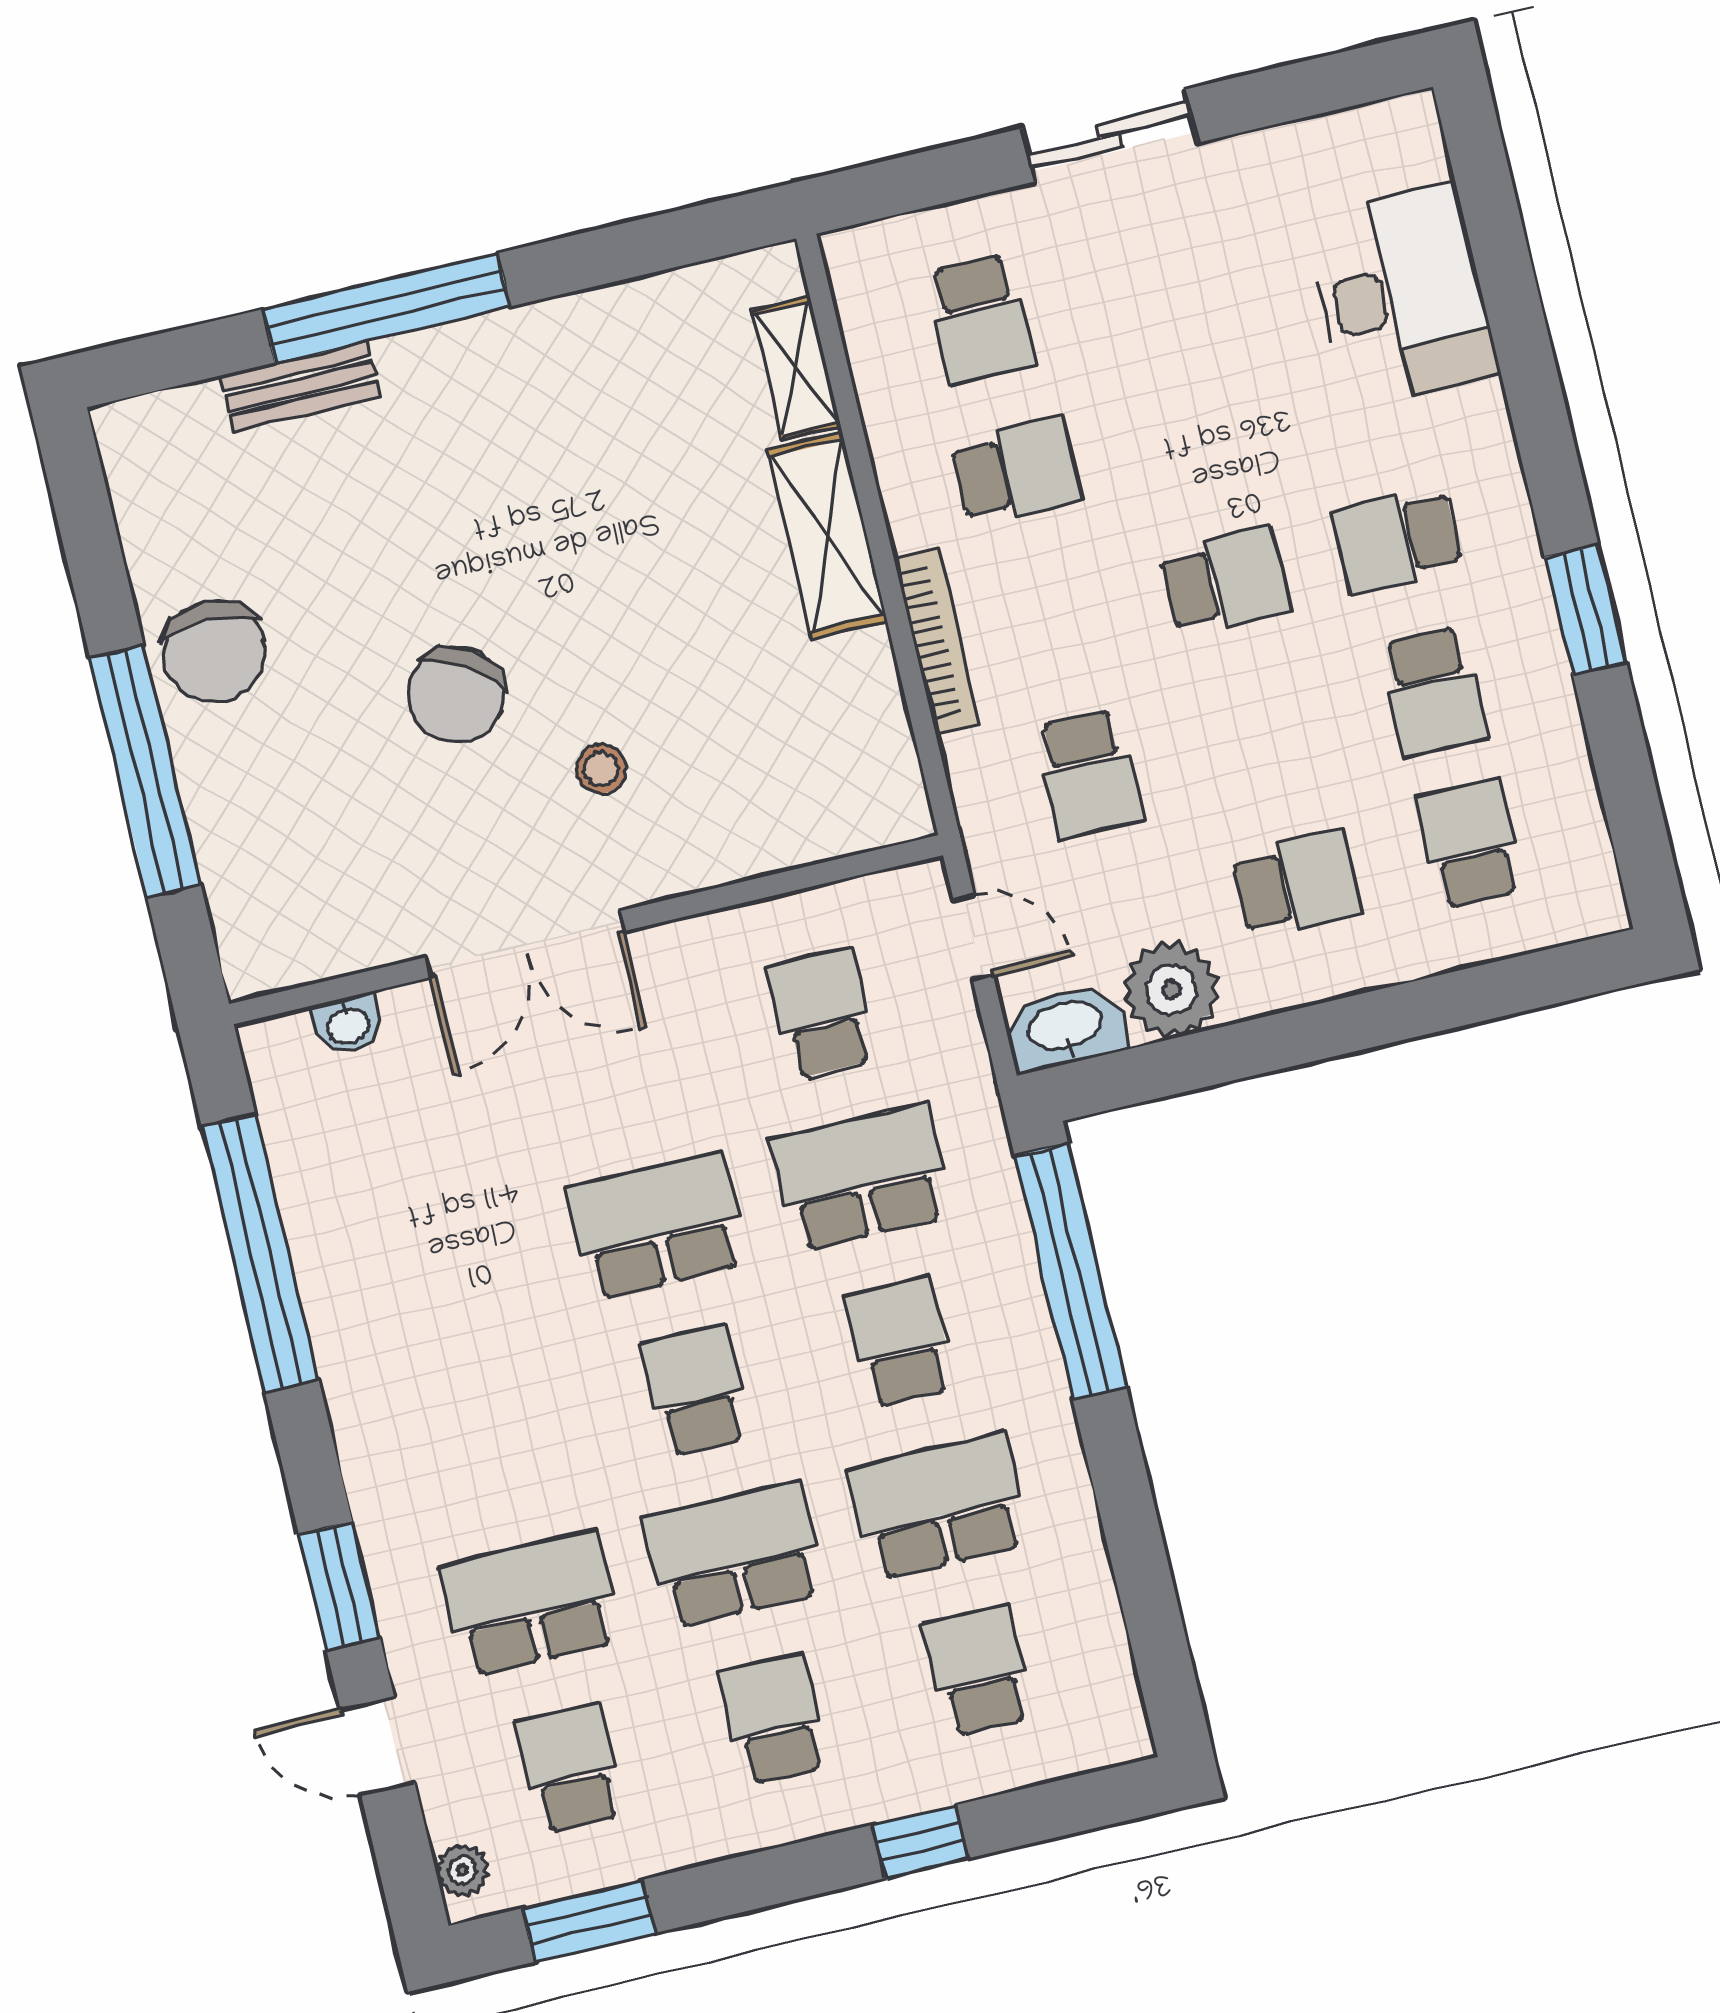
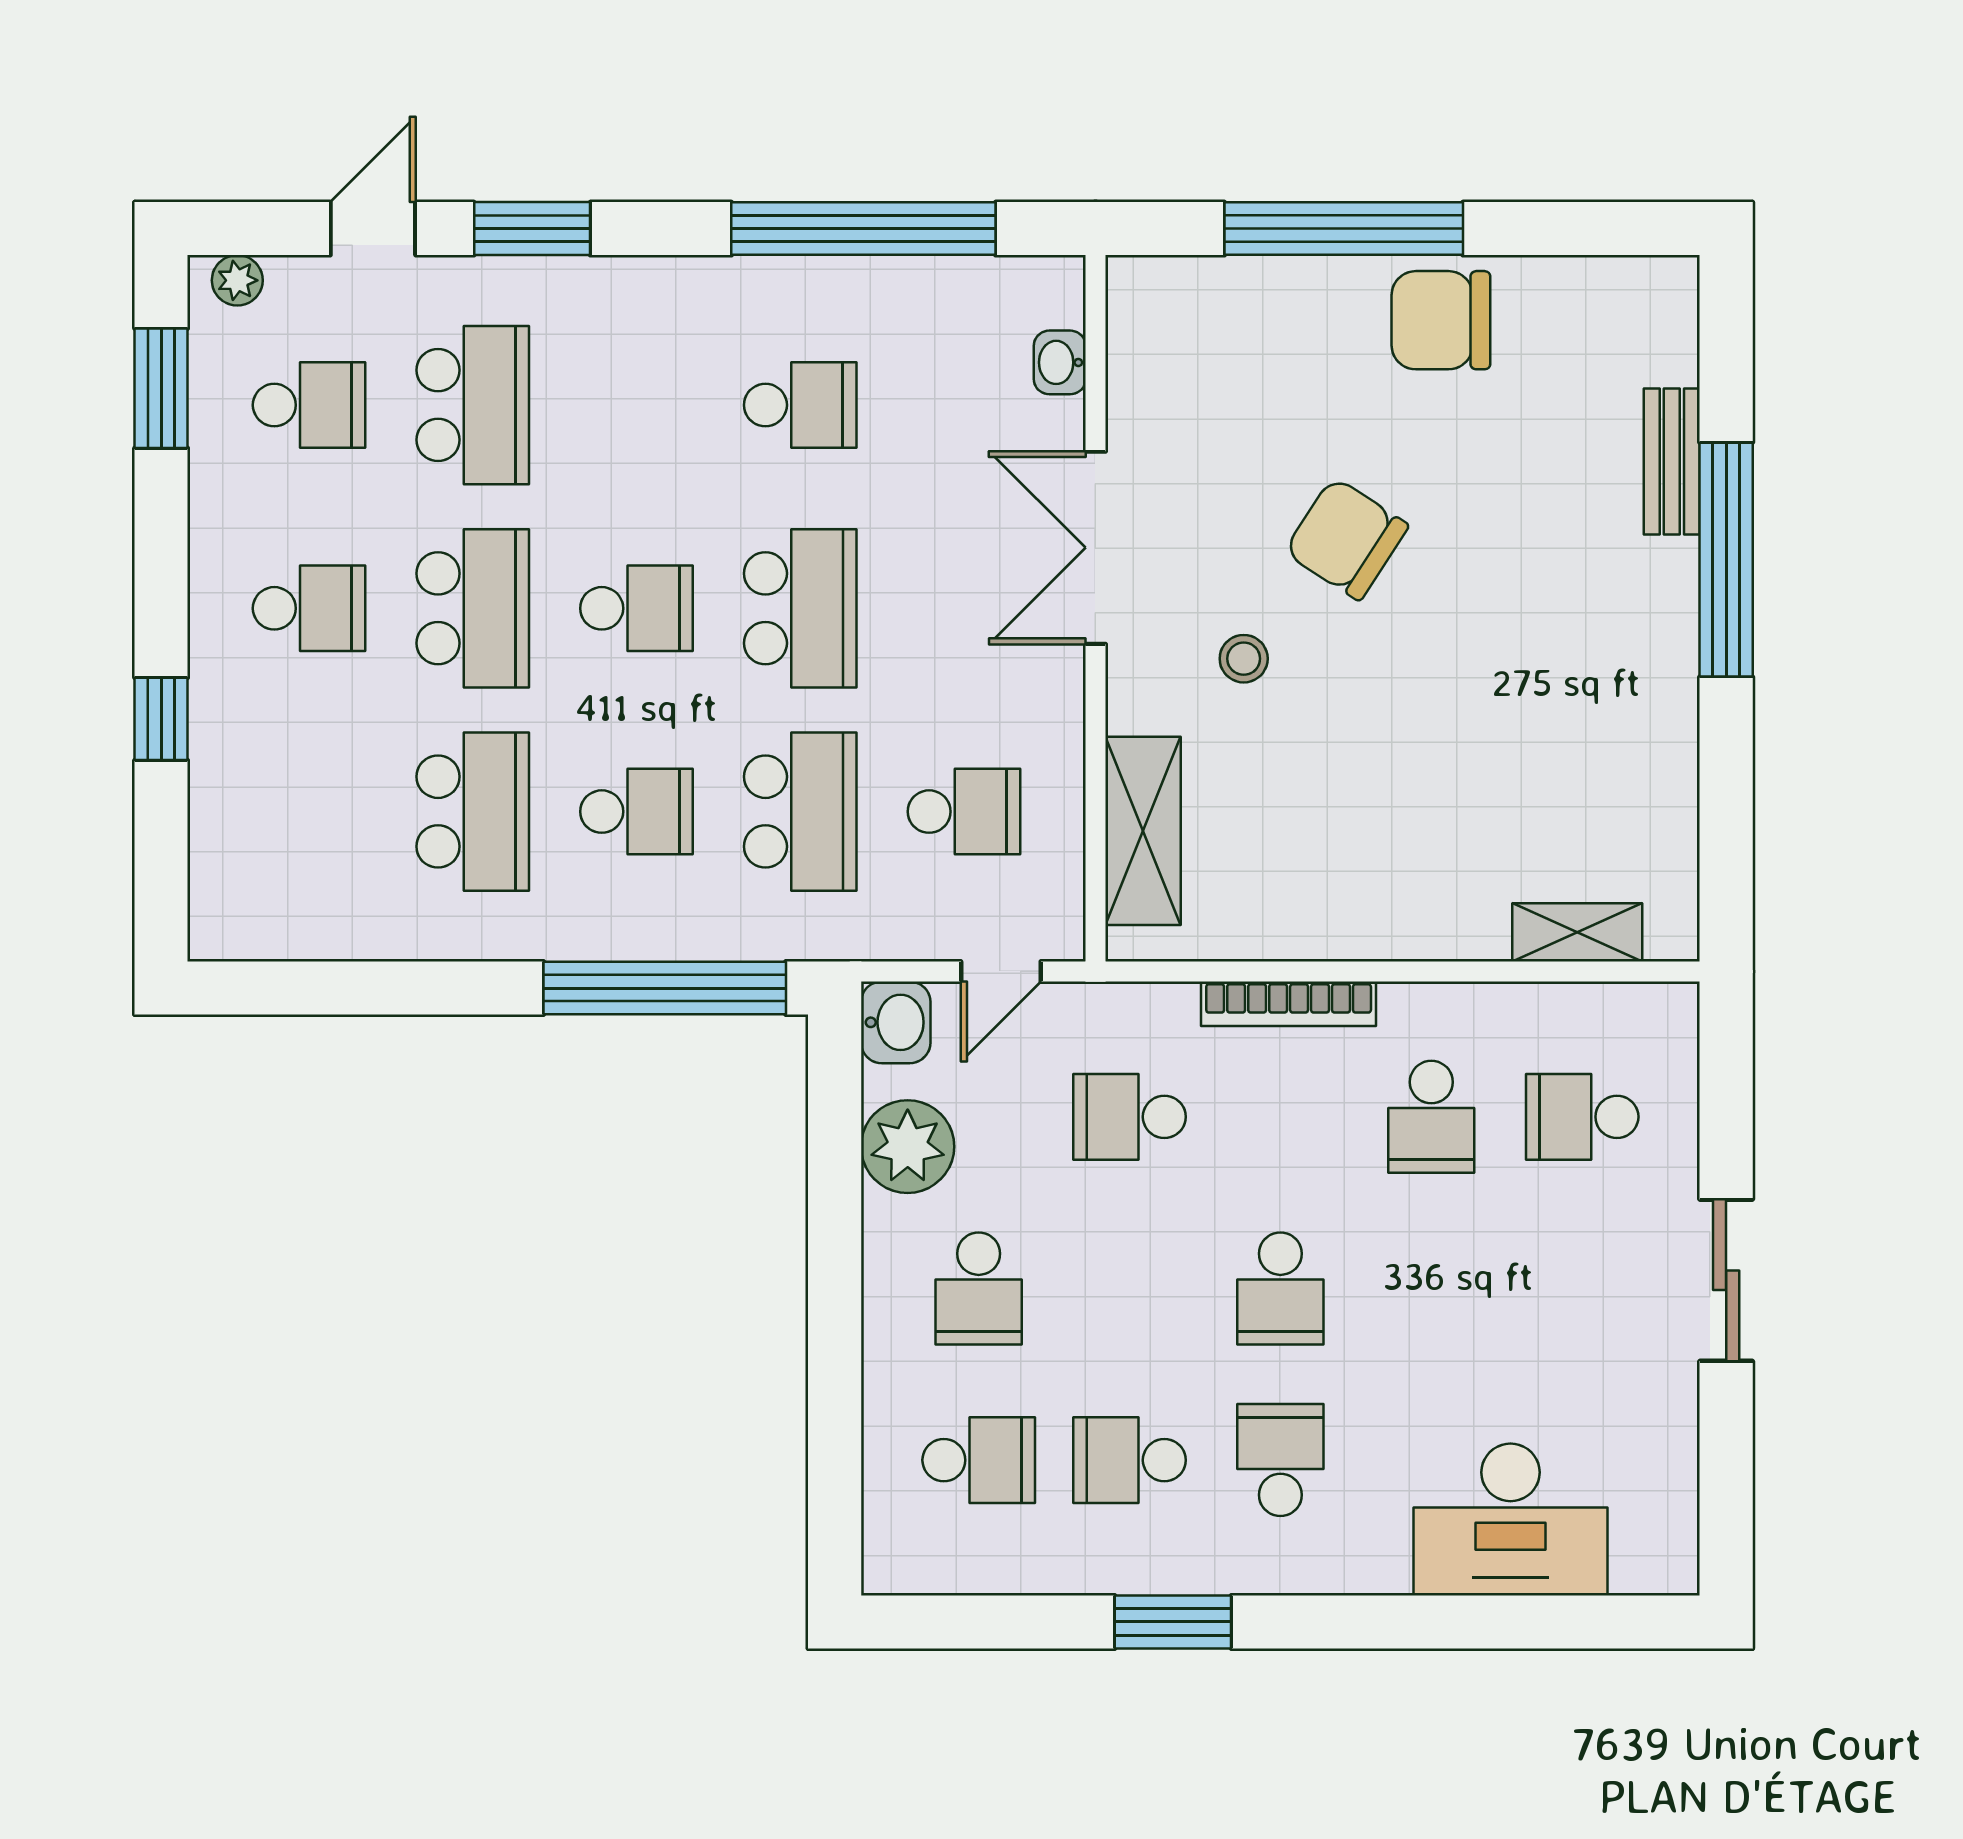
shelving: (827, 535) -> (1143, 831), moved, turned 90
washbasin: (1065, 1027) -> (896, 1022), width x0.72
school desk: (978, 1671) -> (800, 405), moved

